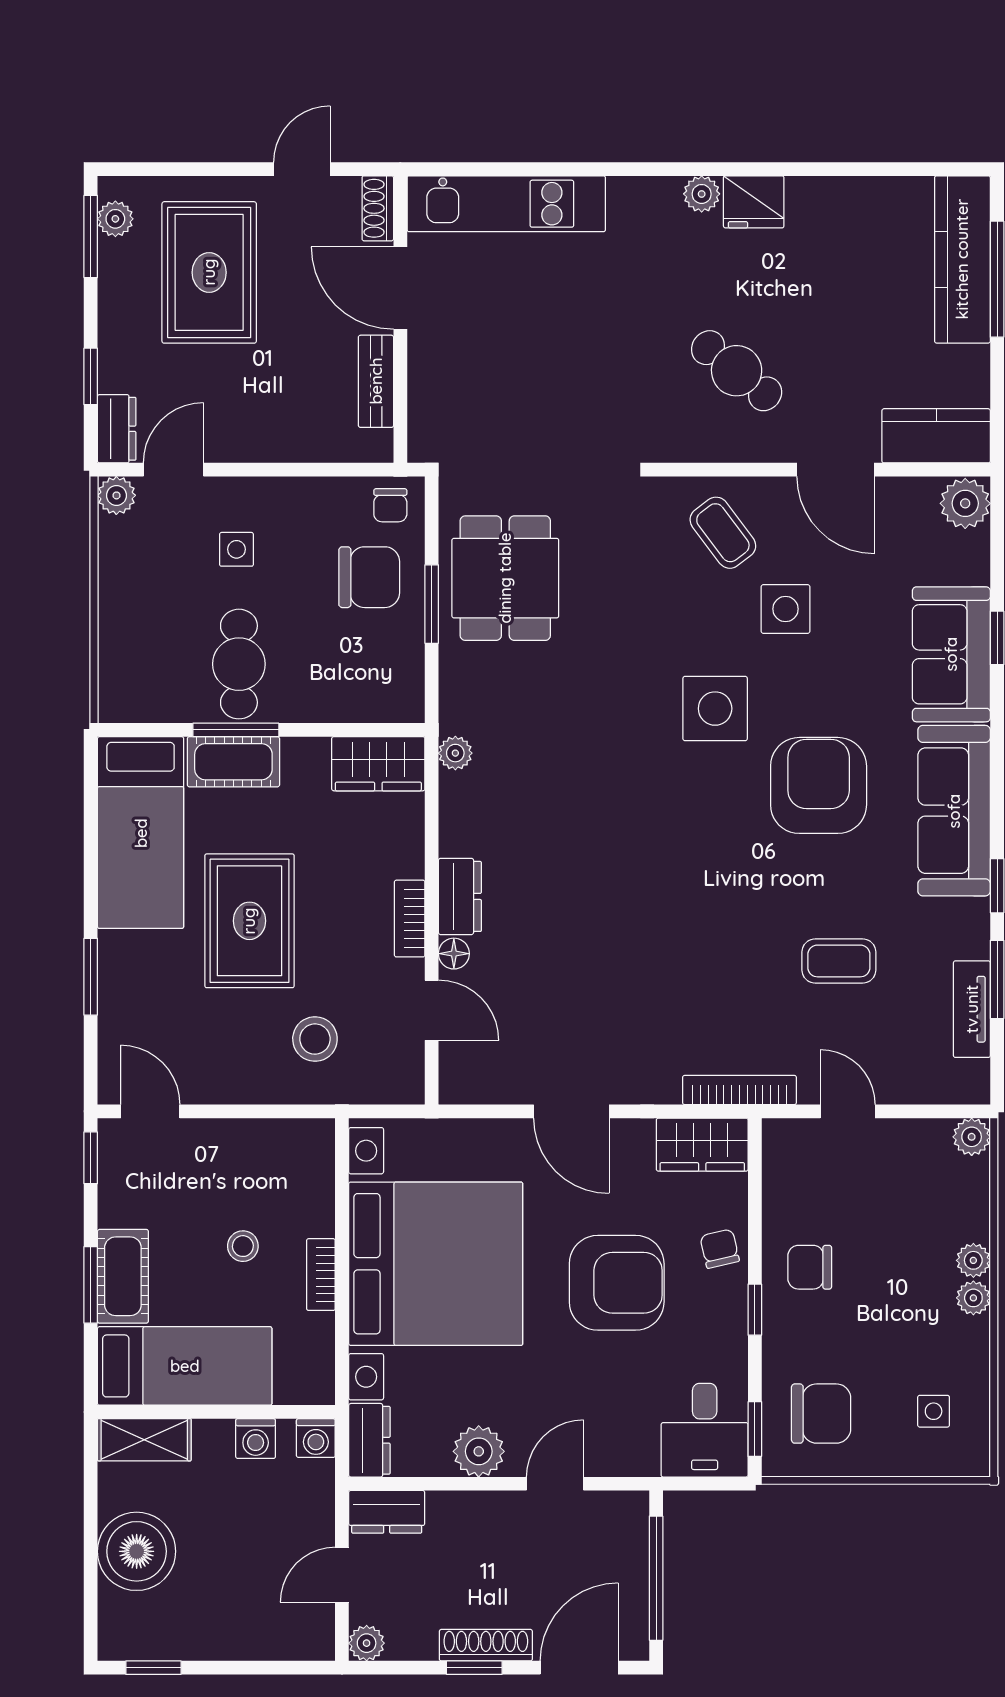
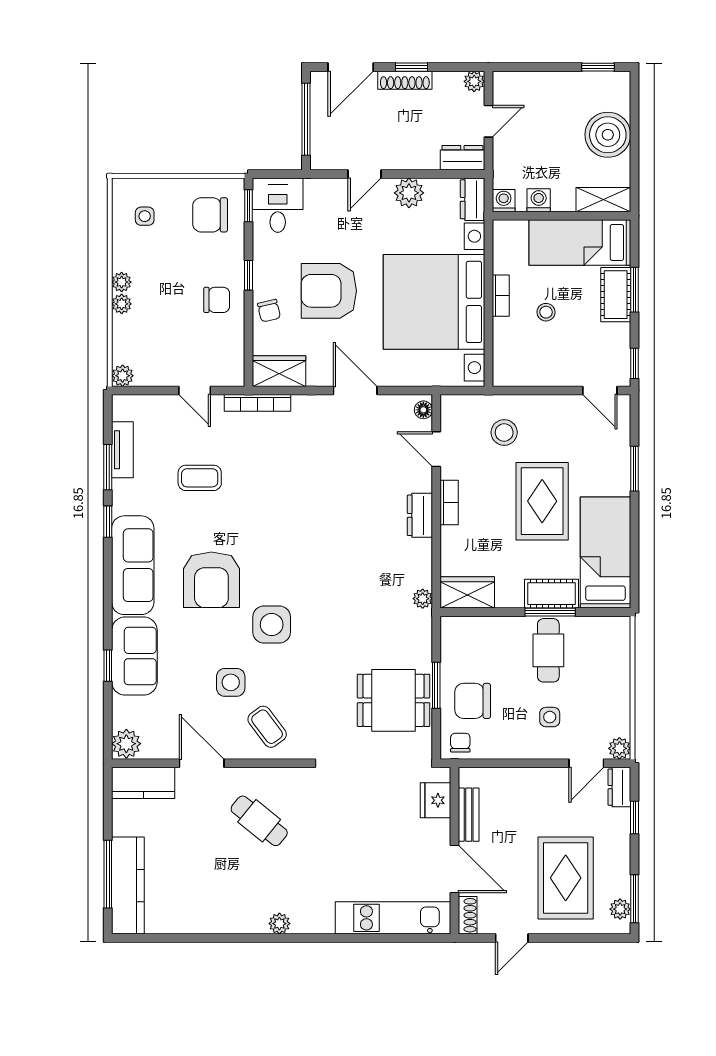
fridge: (754, 202) -> (435, 800), moved, turned -90
dining table: (505, 578) -> (394, 700), turned 90
floor lamp: (454, 954) -> (423, 410), moved

